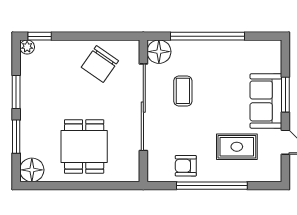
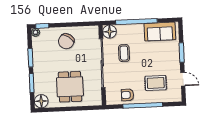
chair: (100, 64) -> (66, 41), moved
sofa: (266, 101) -> (160, 32), moved, turned -90

